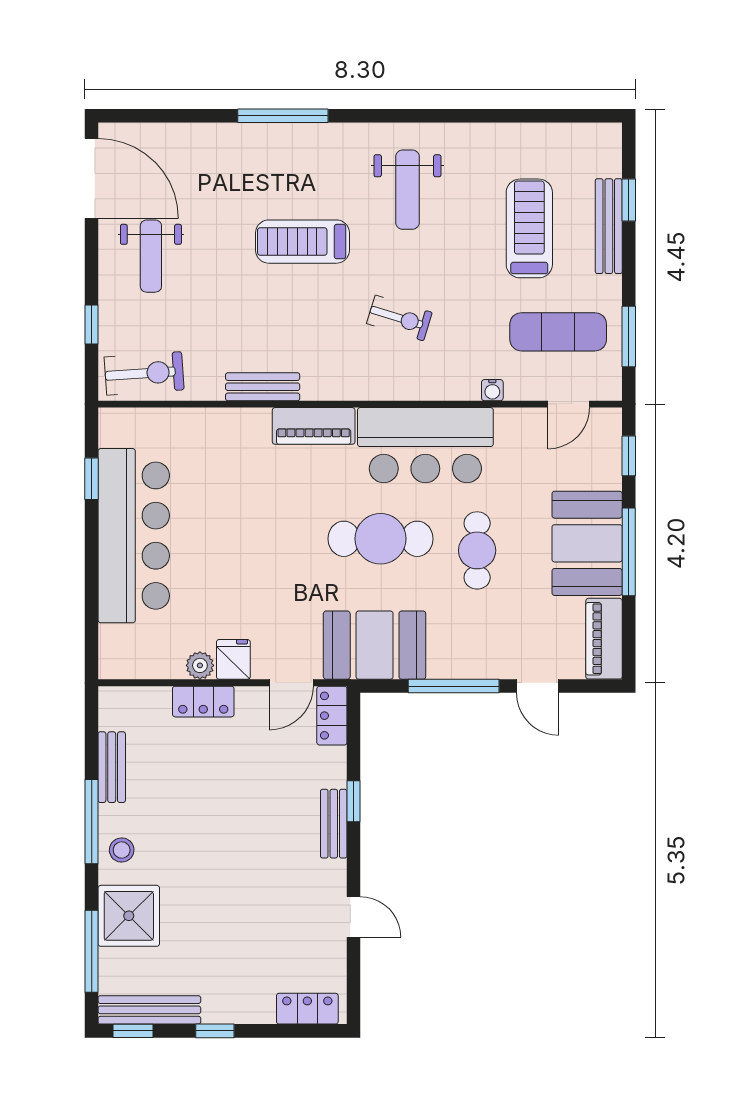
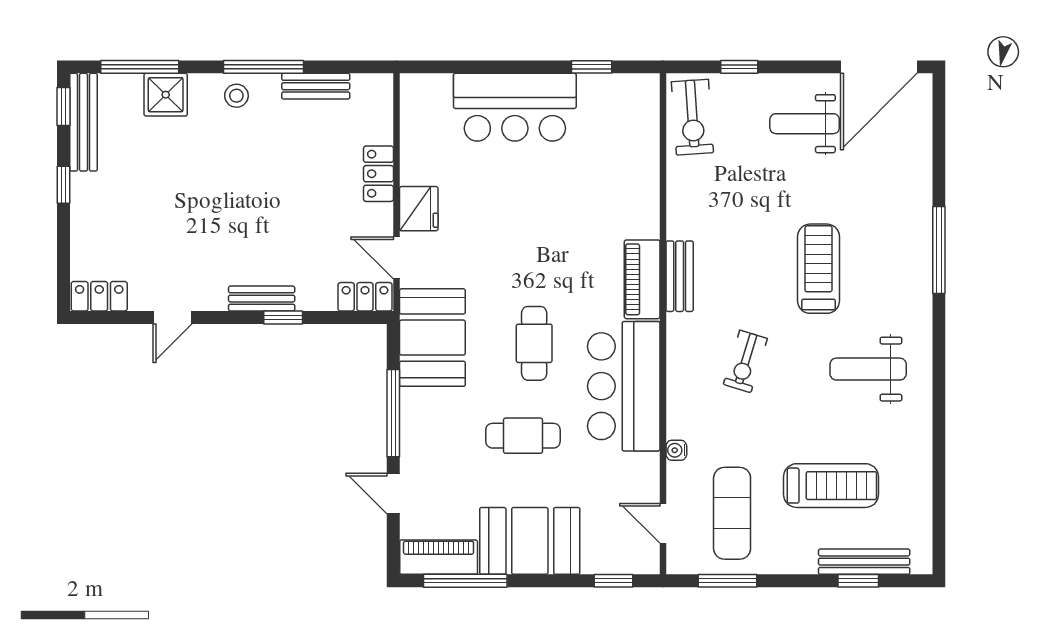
bench: (609, 226) -> (864, 562), moved
bench: (263, 387) -> (680, 276), moved
bar counter: (134, 536) -> (515, 107), width x0.73
cafe table: (381, 539) -> (534, 343), width x0.73, depth x0.74
window: (629, 552) -> (465, 581), moved
fridge: (233, 659) -> (419, 209), width x1.38
plant: (200, 665) -> (413, 171), removed
door: (538, 686) -> (393, 494), hinge flipped
shower: (129, 916) -> (166, 95), width x0.73, depth x0.73
locker: (307, 1009) -> (99, 296), moved, turned -90

